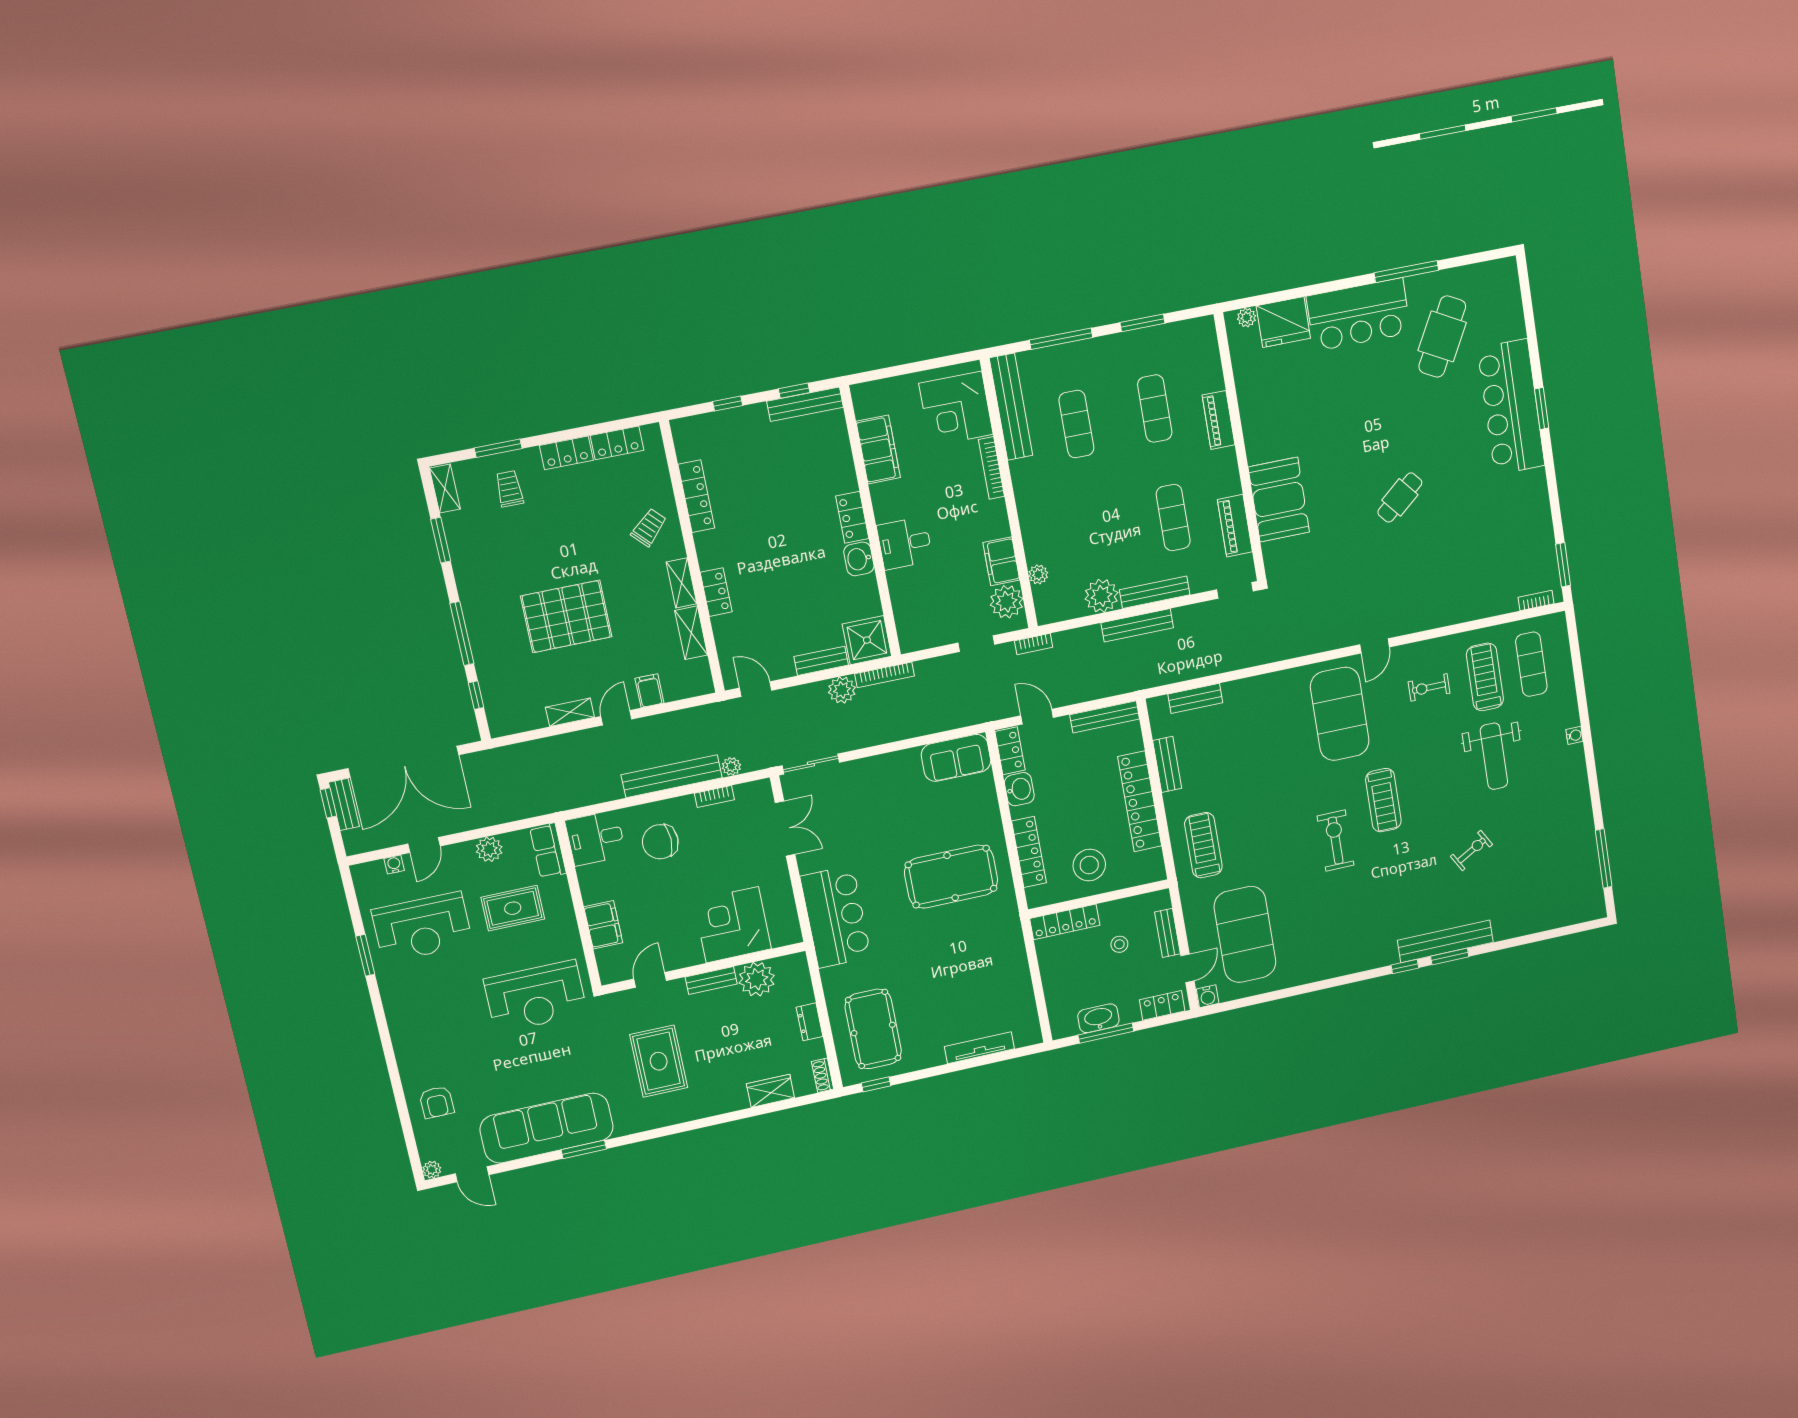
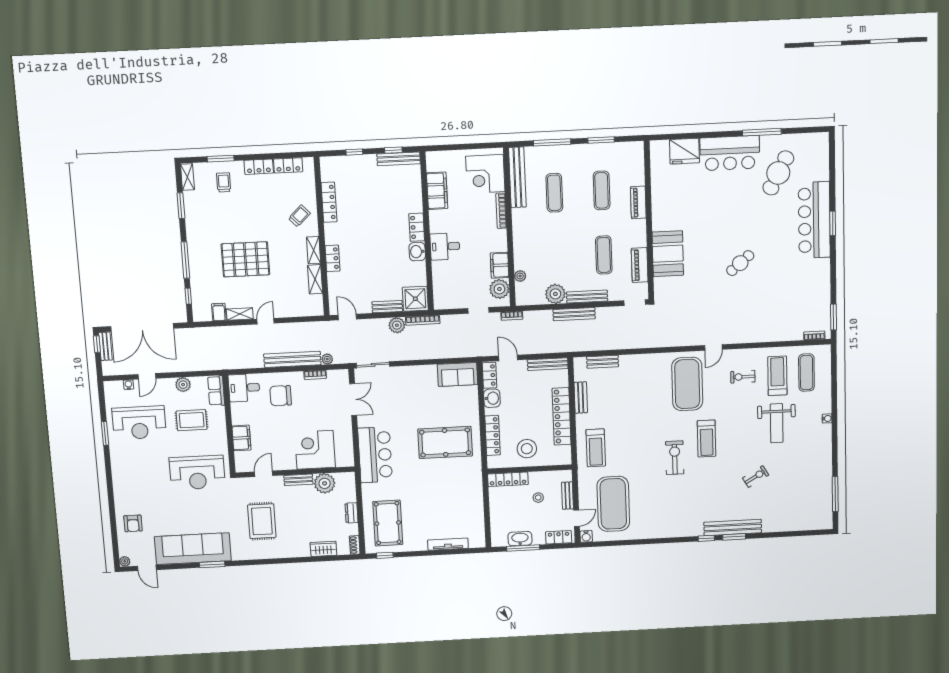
plant: (1247, 317) -> (663, 145), removed
filing cabinet: (649, 691) -> (219, 312), moved
treadmill: (1203, 845) -> (596, 448), turned 180

